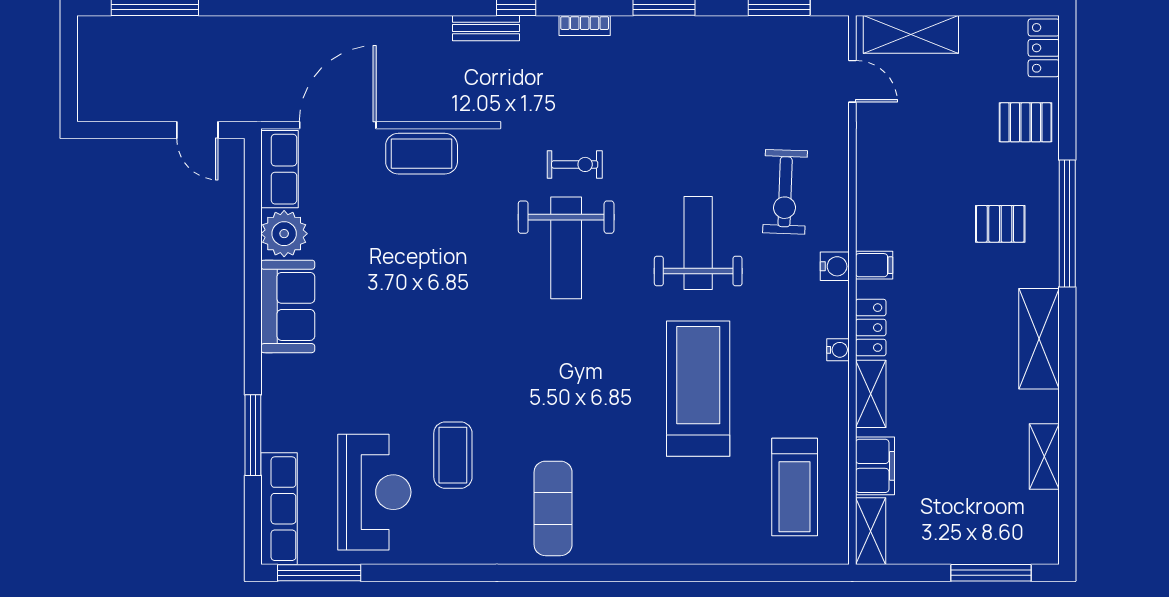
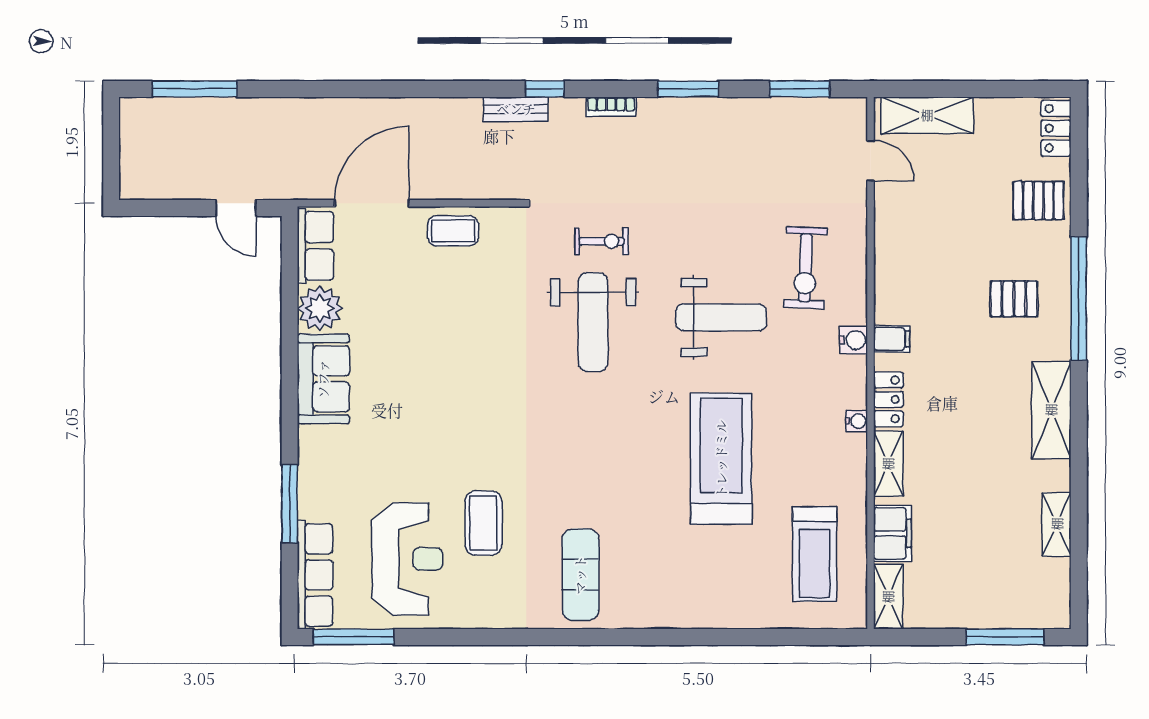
coffee table: (422, 154) -> (453, 231), width x0.73, depth x0.77
weight bench: (698, 243) -> (721, 317), turned 90

